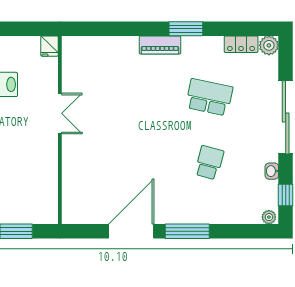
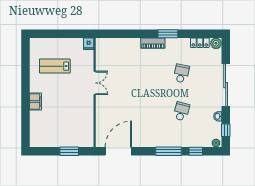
school desk: (209, 97) -> (181, 73), width x0.54
door: (131, 231) -> (118, 151), moved
window: (234, 231) -> (196, 151), added

